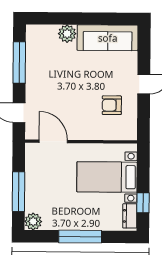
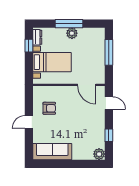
plant: (67, 34) -> (99, 154), moved
window: (19, 62) -> (109, 135), width x0.46
plant: (33, 221) -> (72, 33), moved

